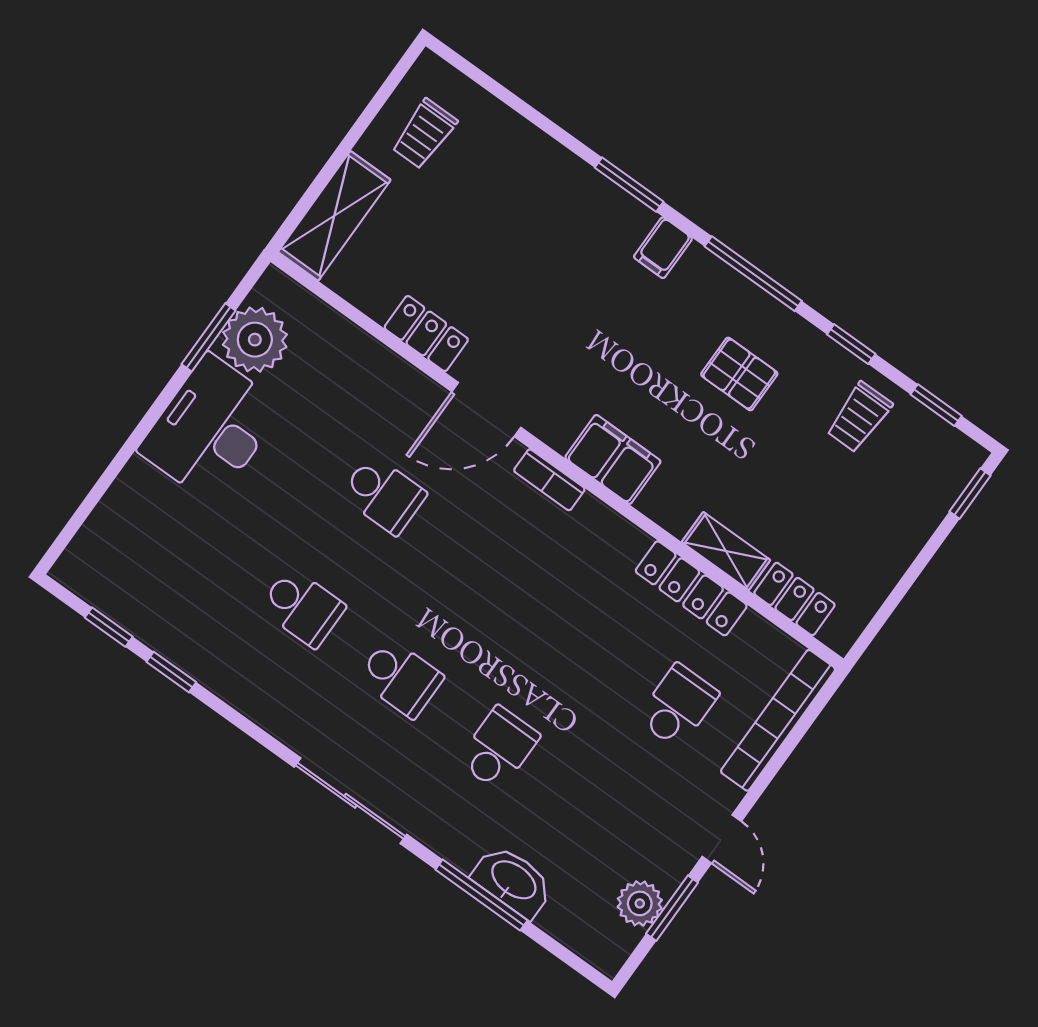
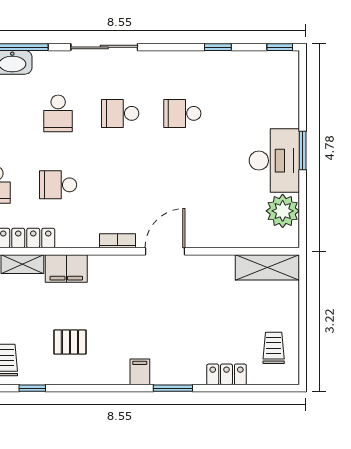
shelving: (334, 216) -> (267, 267), moved, turned 90
window: (753, 274) -> (94, 388), removed
locker: (426, 334) -> (227, 374), moved, turned 180
window: (209, 337) -> (303, 151), moved
filing cabinet: (613, 459) -> (66, 268), moved
school desk: (384, 495) -> (58, 185), moved
window: (109, 627) -> (280, 47), moved

